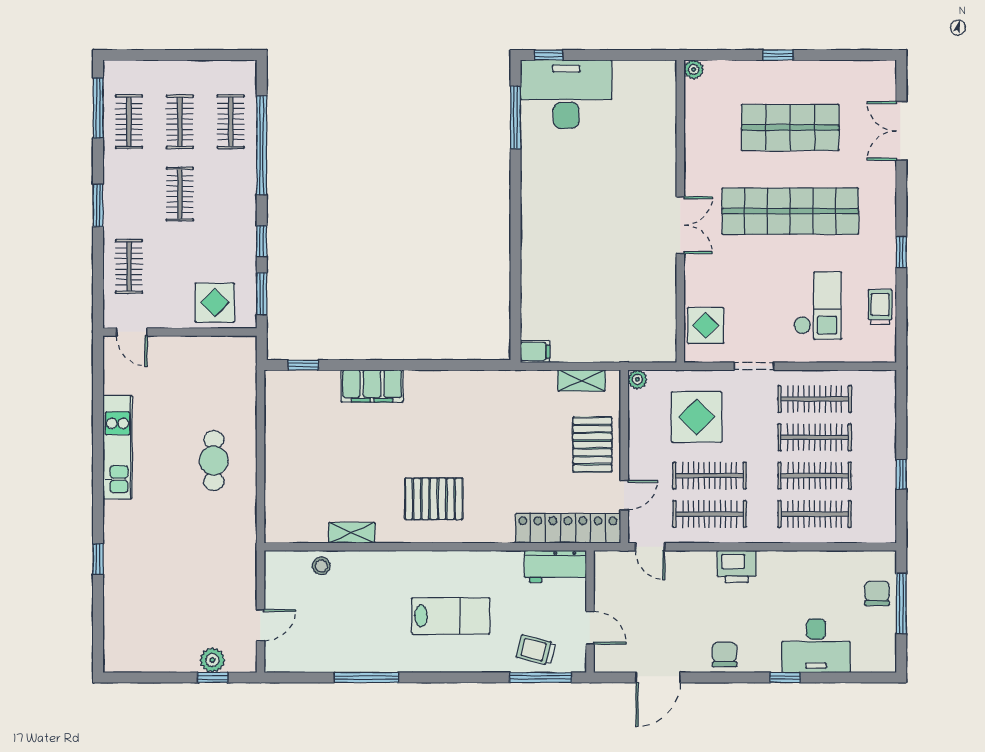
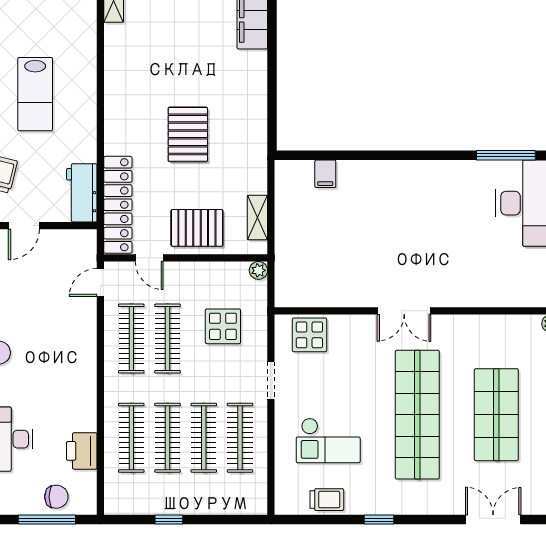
filing cabinet: (535, 351) -> (325, 174), moved
display table: (697, 417) -> (223, 326), width x0.73, depth x0.73
pallet: (434, 499) -> (188, 134), moved
printer: (737, 567) -> (82, 451), moved

